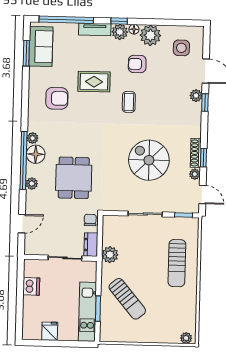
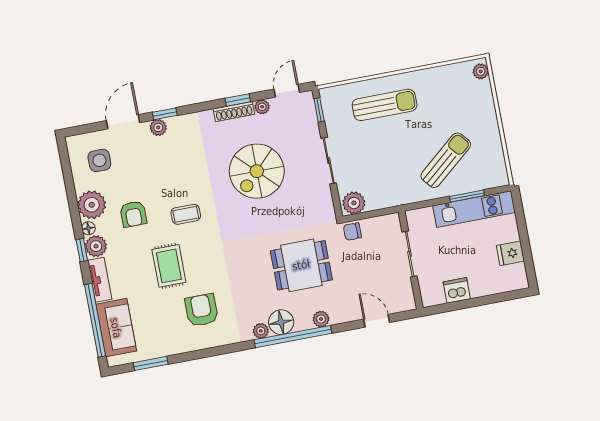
sofa: (41, 46) -> (116, 328), moved, turned 90
dresser: (91, 245) -> (385, 224), removed
plant: (110, 255) -> (354, 203), moved

